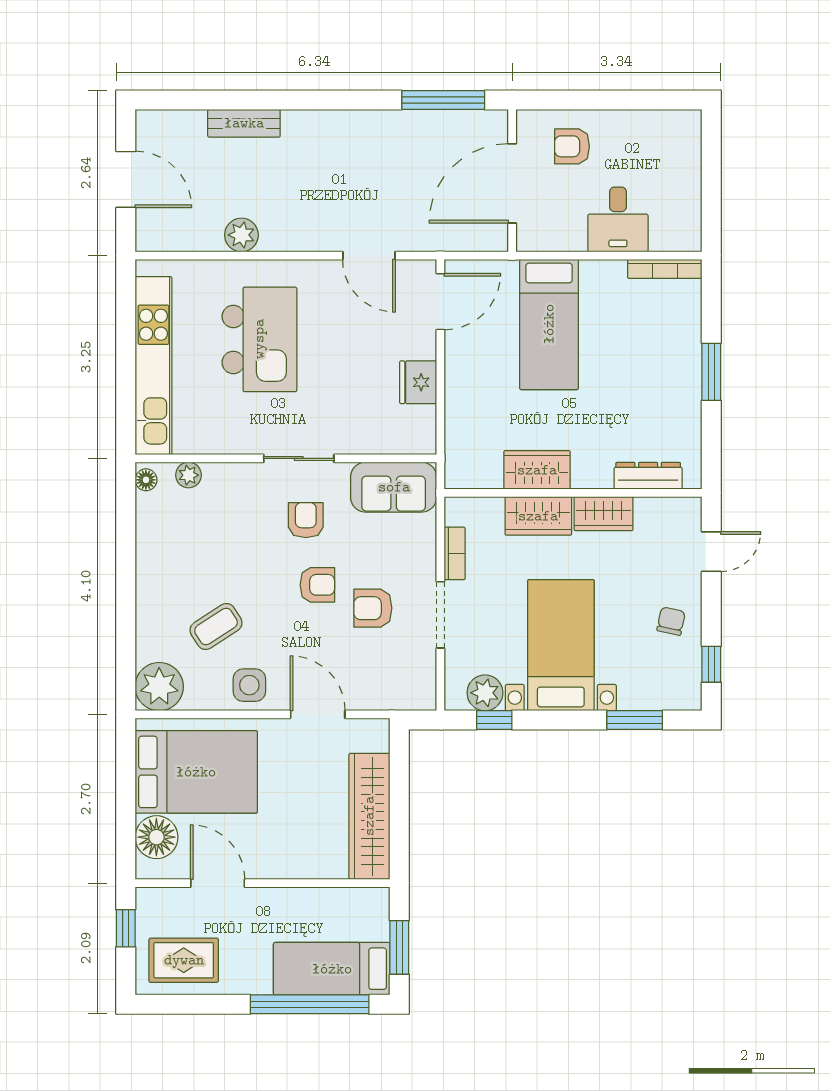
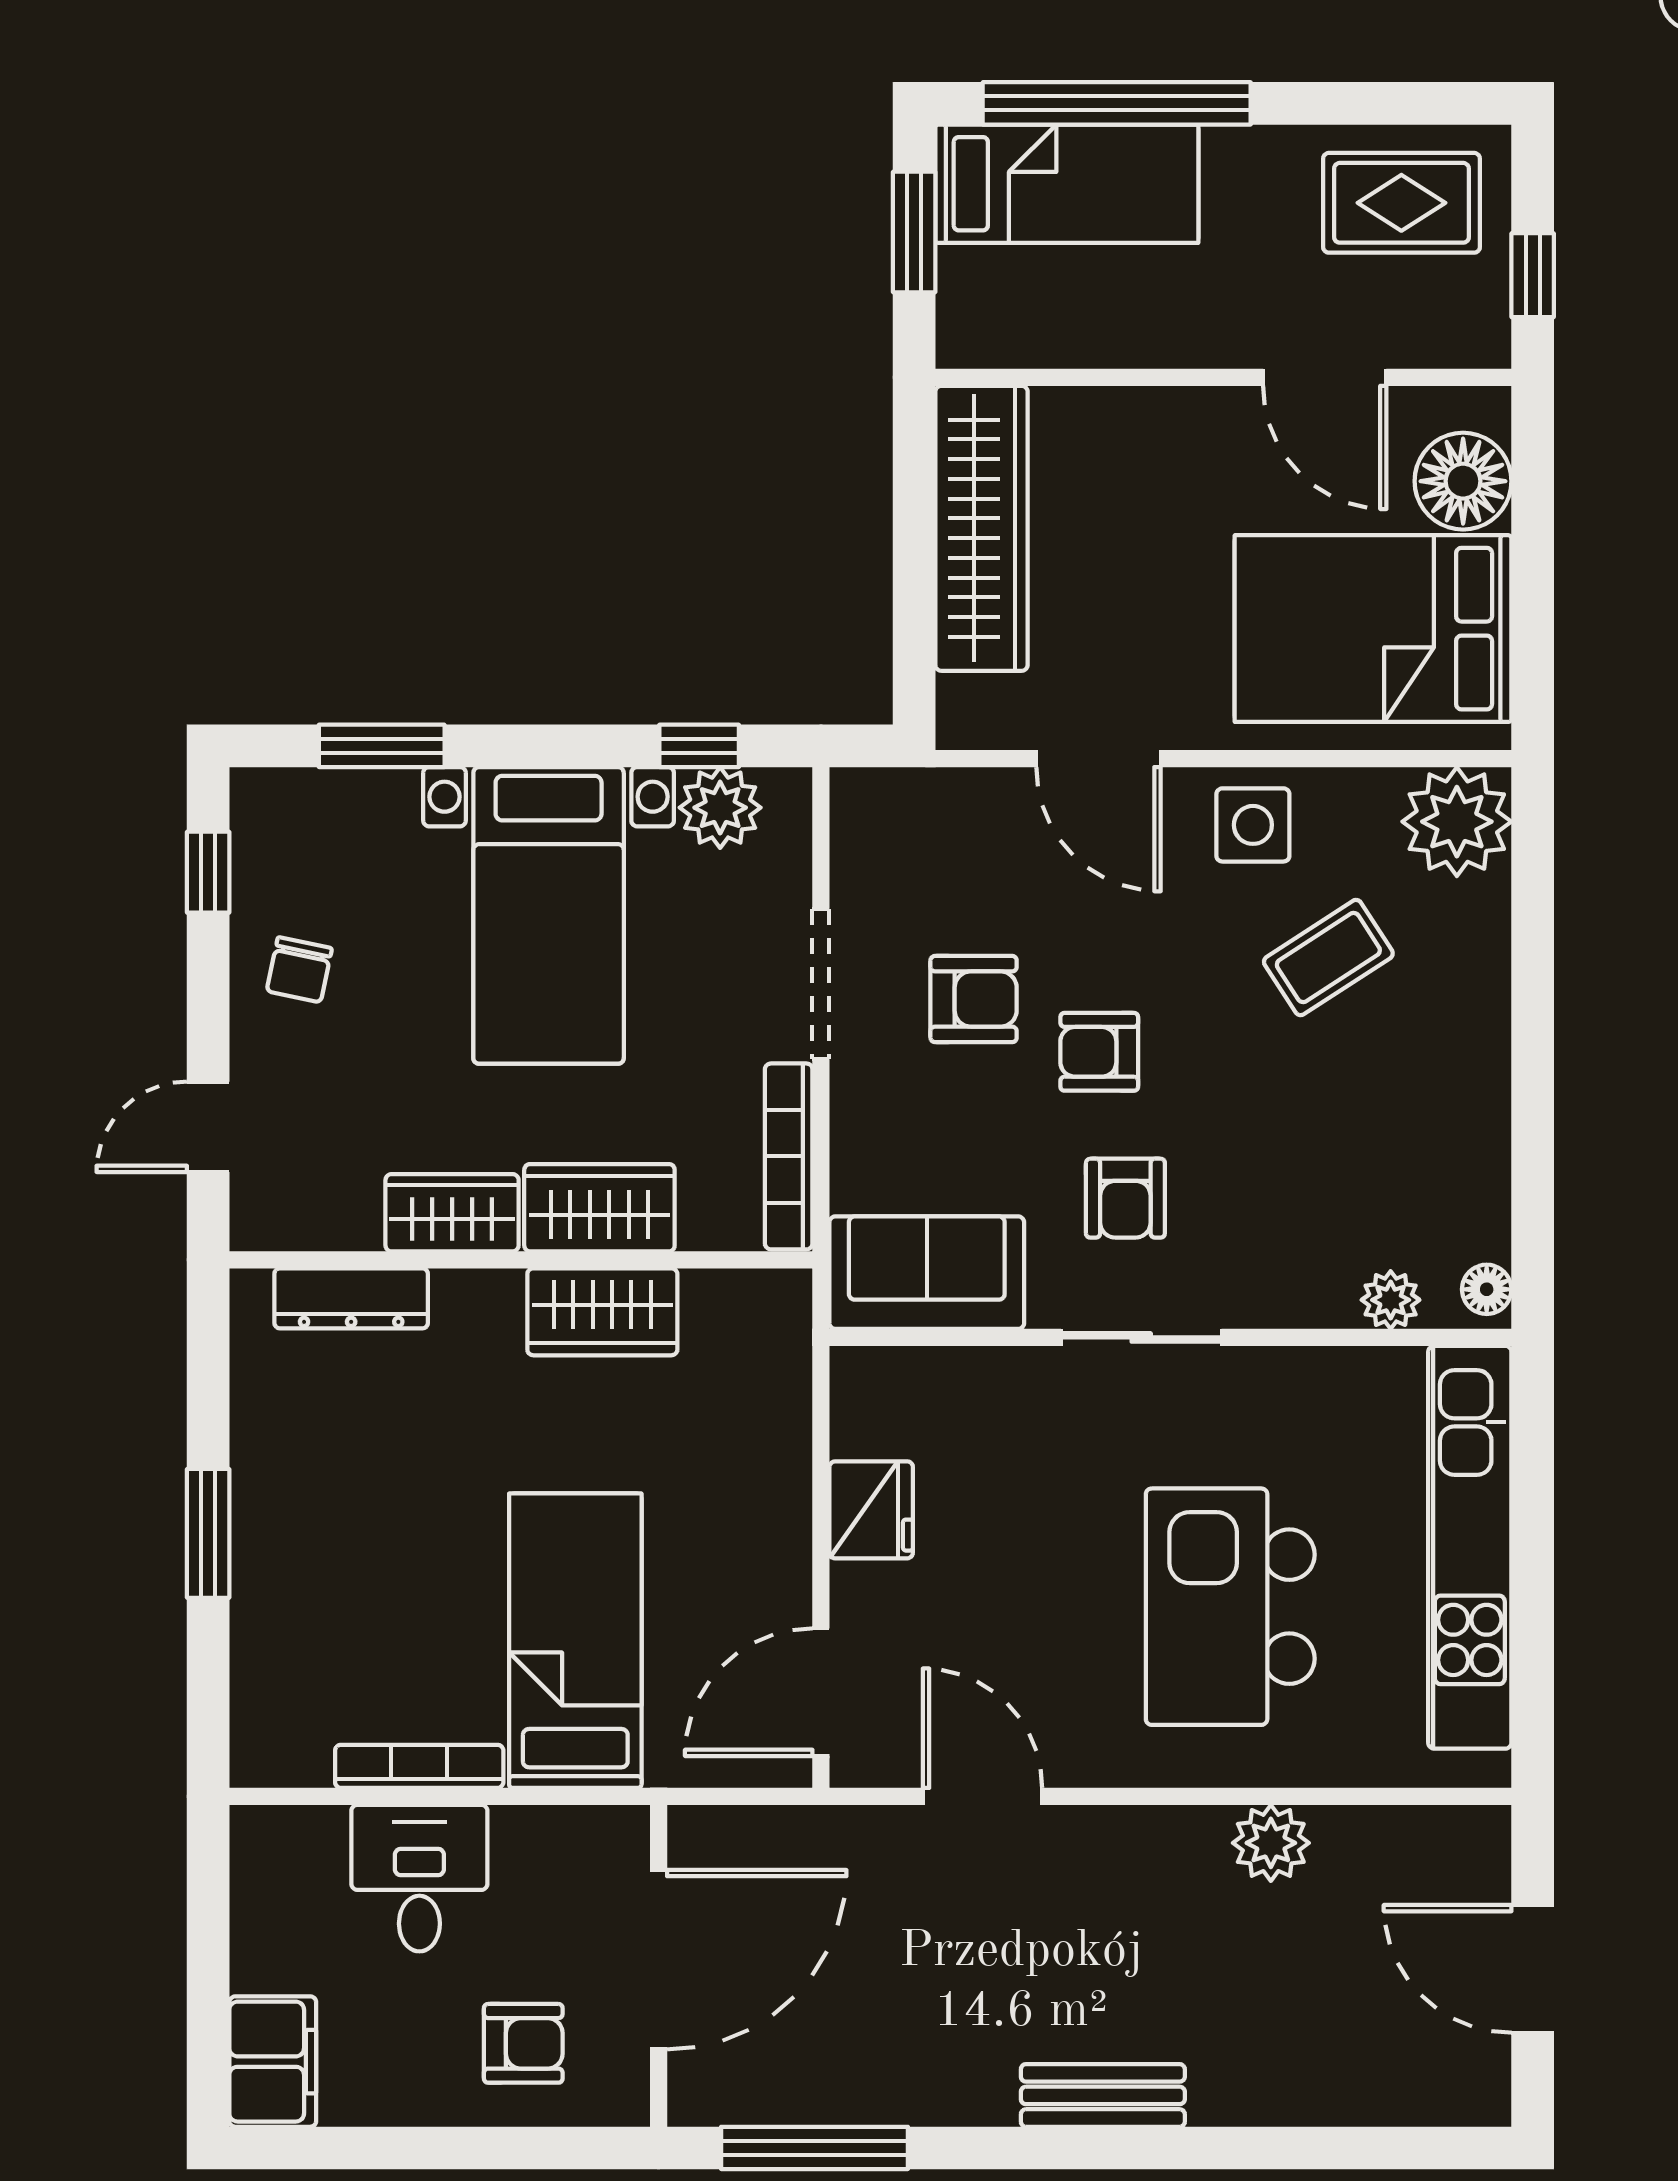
bench: (244, 123) -> (1103, 2095), moved
filing cabinet: (683, 138) -> (273, 2062), added
bookcase: (665, 269) -> (419, 1766), moved
bookcase: (455, 553) -> (789, 1156), width x1.56

